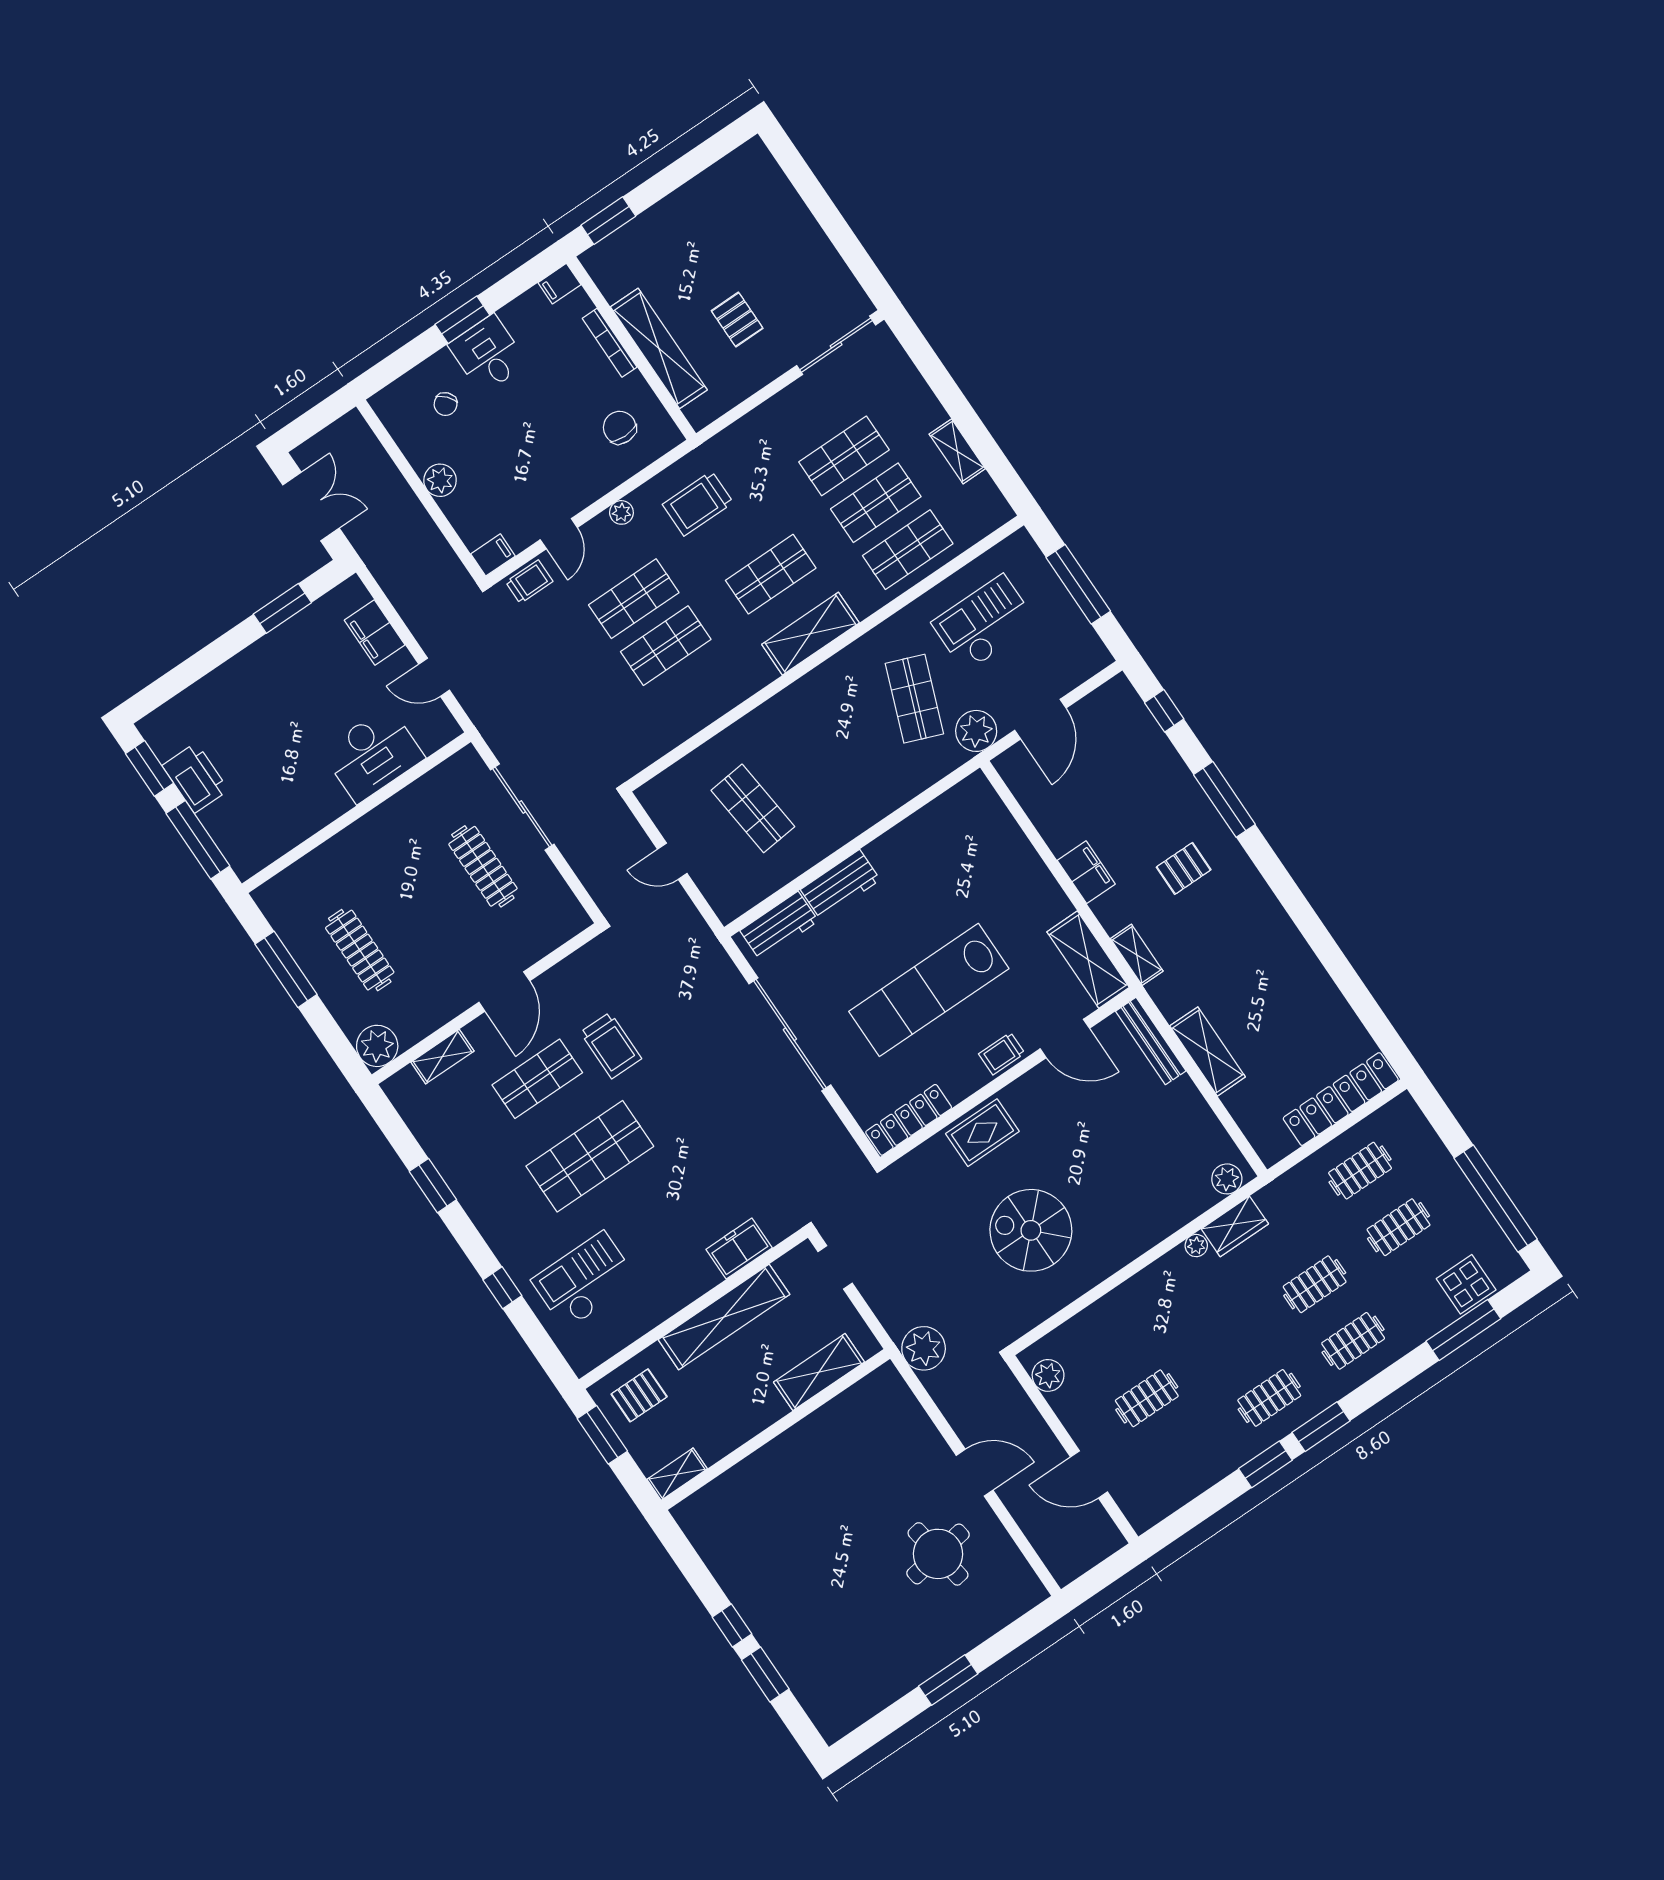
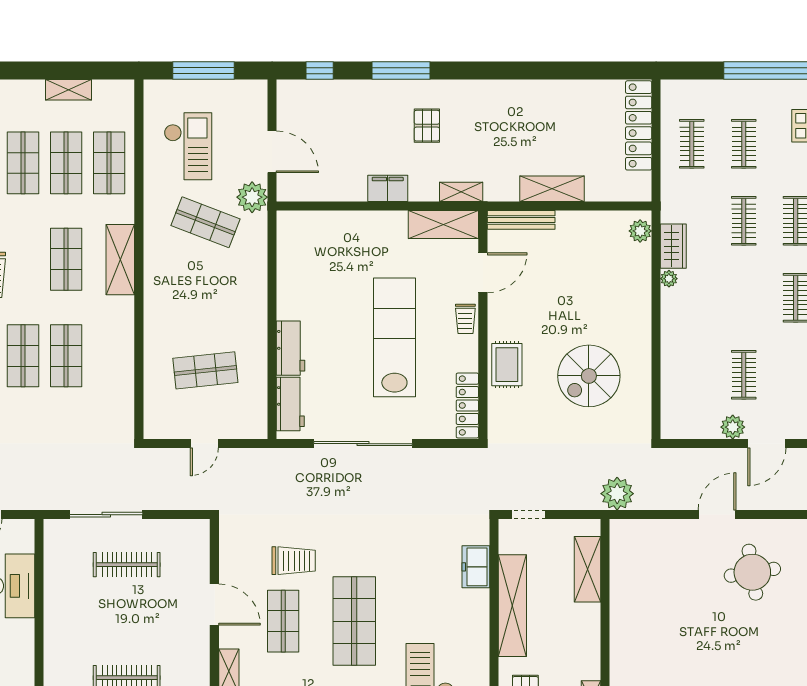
checkout: (984, 623) -> (188, 146), turned 180
lab bench: (929, 990) -> (394, 337), turned 180
plant: (1048, 1375) -> (733, 427), moved

